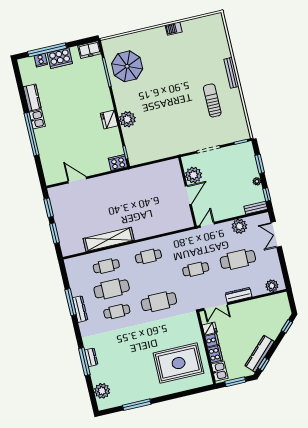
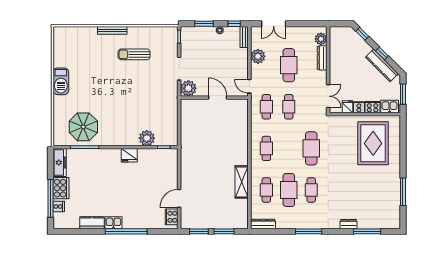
barbecue: (174, 29) -> (61, 81), width x1.88, depth x1.53
freezer: (89, 50) -> (60, 163), width x1.40
plant: (127, 119) -> (147, 138), moved
cooker: (118, 163) -> (172, 217), moved
plant: (193, 175) -> (188, 88), moved
shelving: (109, 239) -> (242, 182), width x0.68
cafe table: (190, 247) -> (266, 107), added
dresser: (239, 295) -> (322, 58), moved
window: (71, 302) -> (309, 231), moved
dresser: (80, 309) -> (263, 224), moved
window: (84, 362) -> (367, 231), moved
window: (263, 364) -> (382, 53), moved
plant: (102, 391) -> (382, 221), removed

